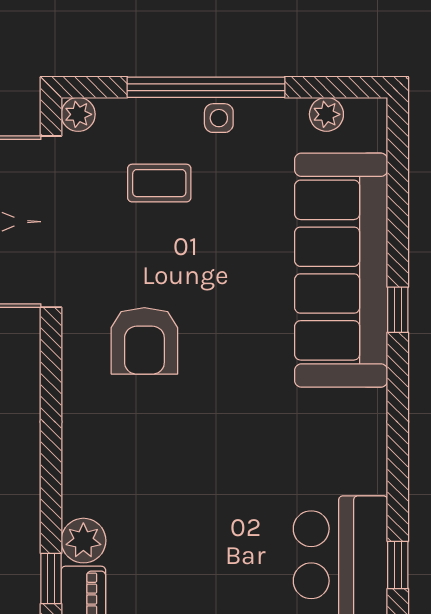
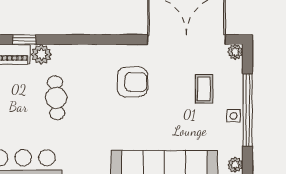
armchair: (144, 341) -> (132, 82), turned 180
cafe table: (179, 508) -> (56, 98), added

